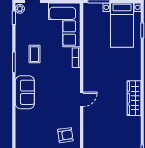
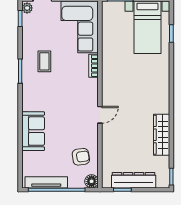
sofa: (25, 92) -> (33, 131), moved
wardrobe: (134, 98) -> (162, 135), moved

